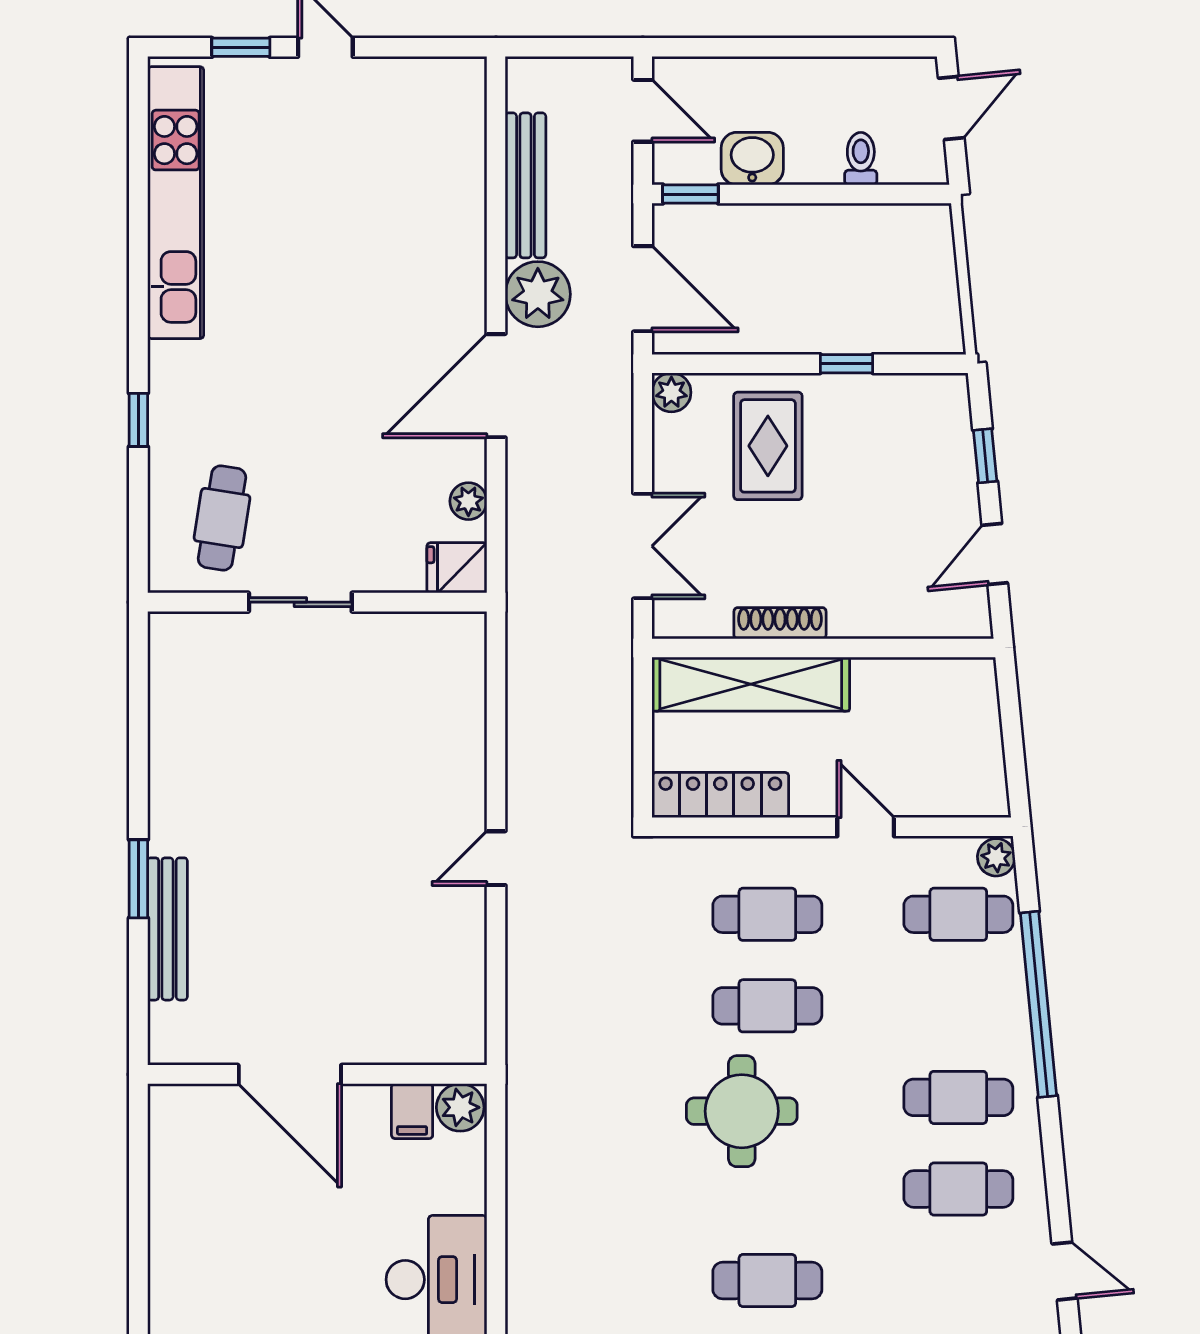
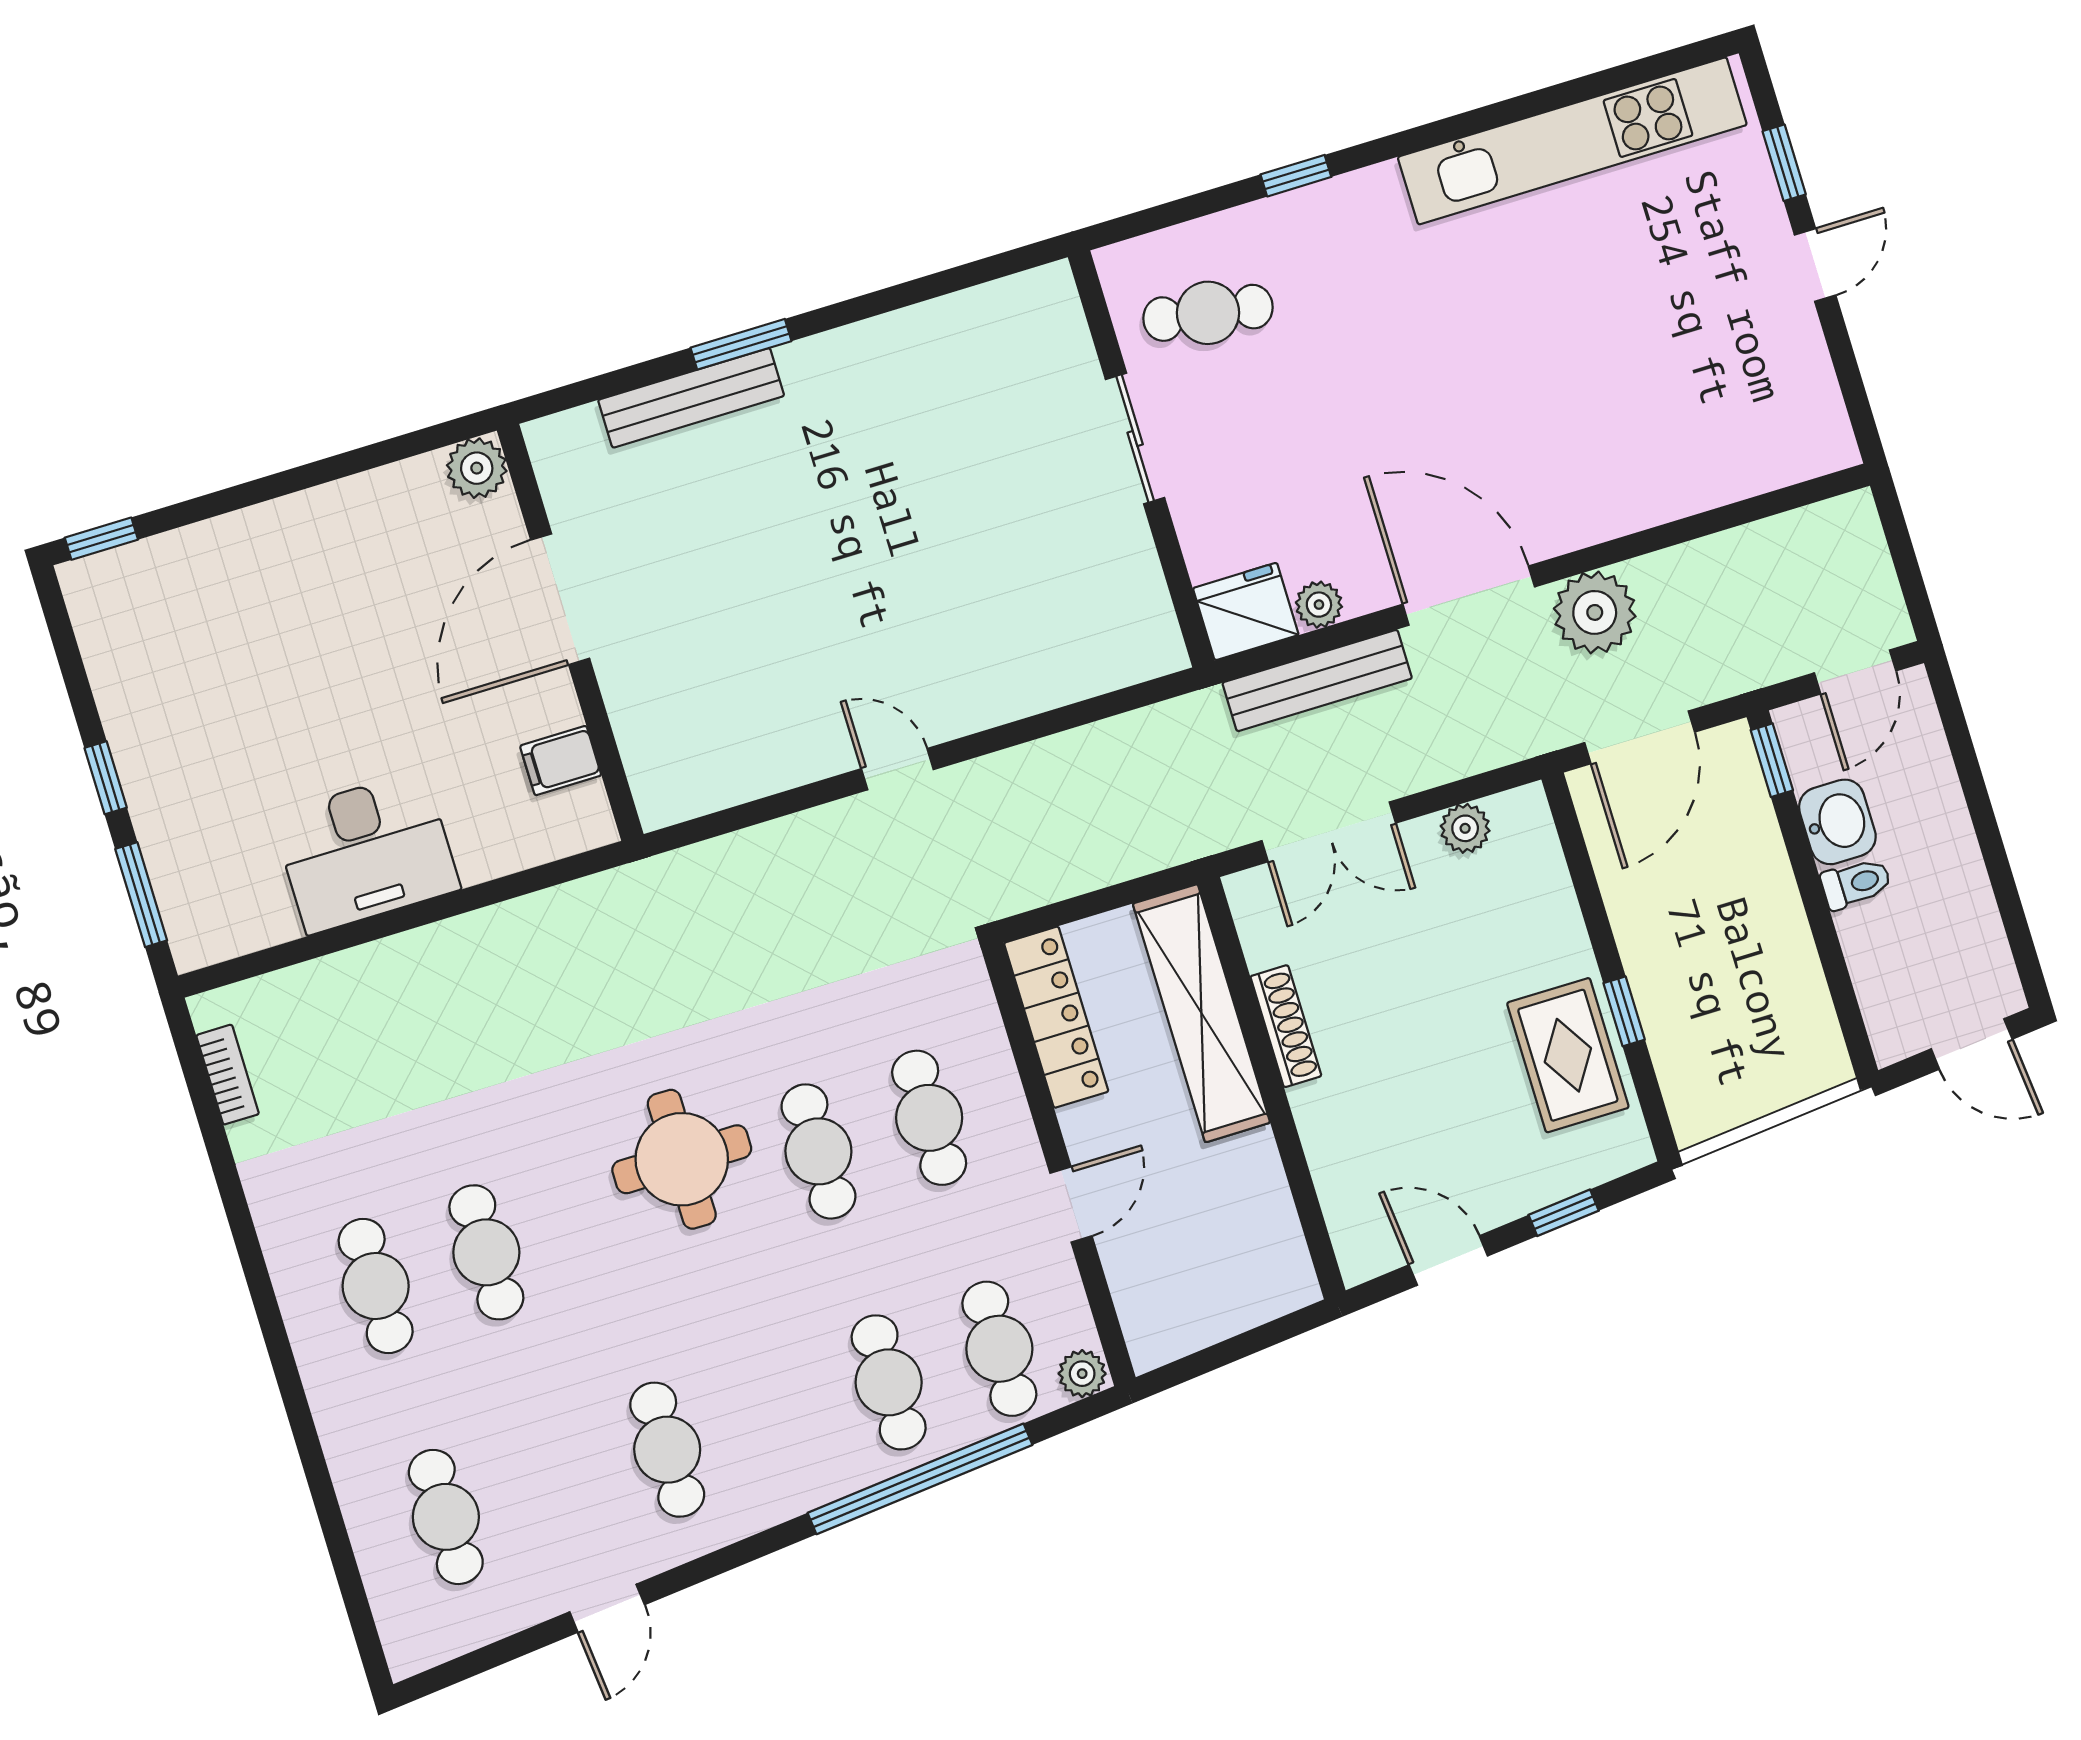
toilet: (861, 159) -> (1856, 883), moved
bench: (525, 185) -> (1317, 681), moved
plant: (671, 392) -> (1465, 828), moved
rug: (768, 446) -> (1568, 1055), moved, turned 90
fridge: (457, 568) -> (1246, 612), width x1.38
cafe table: (958, 1097) -> (889, 1382), moved
plant: (460, 1107) -> (477, 468), moved

